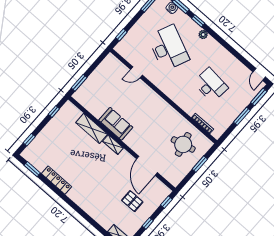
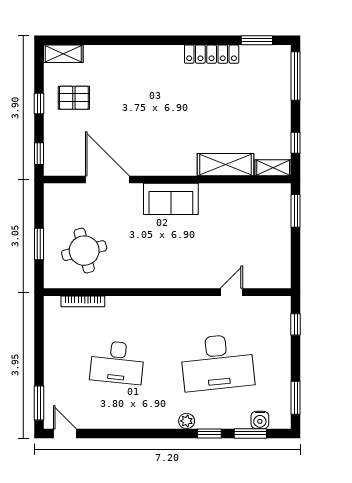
desk: (168, 48) -> (217, 362), turned -30
window: (242, 116) -> (39, 357), removed
sofa: (116, 124) -> (171, 199), moved
window: (29, 140) -> (296, 76), width x2.17
shelving: (113, 145) -> (273, 168), moved
pallet: (132, 201) -> (74, 98), moved

